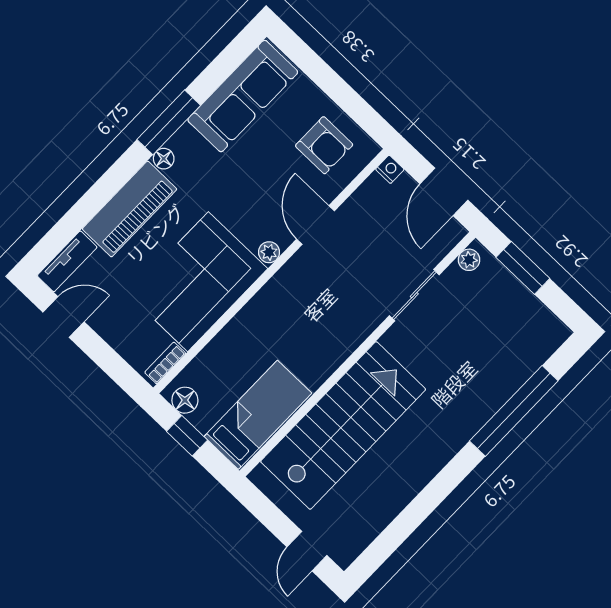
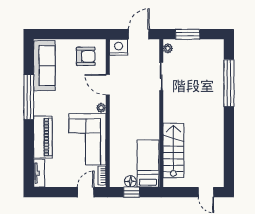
window: (169, 122) -> (29, 97), width x1.46
floor lamp: (164, 159) -> (38, 110), removed
nightstand: (390, 169) -> (119, 47), width x1.89, depth x1.79
door: (444, 192) -> (139, 34), swing flipped
door: (64, 317) -> (86, 192), moved
floor lamp: (185, 400) -> (130, 181), moved
stairs: (343, 425) -> (173, 151), width x0.73, depth x0.66

